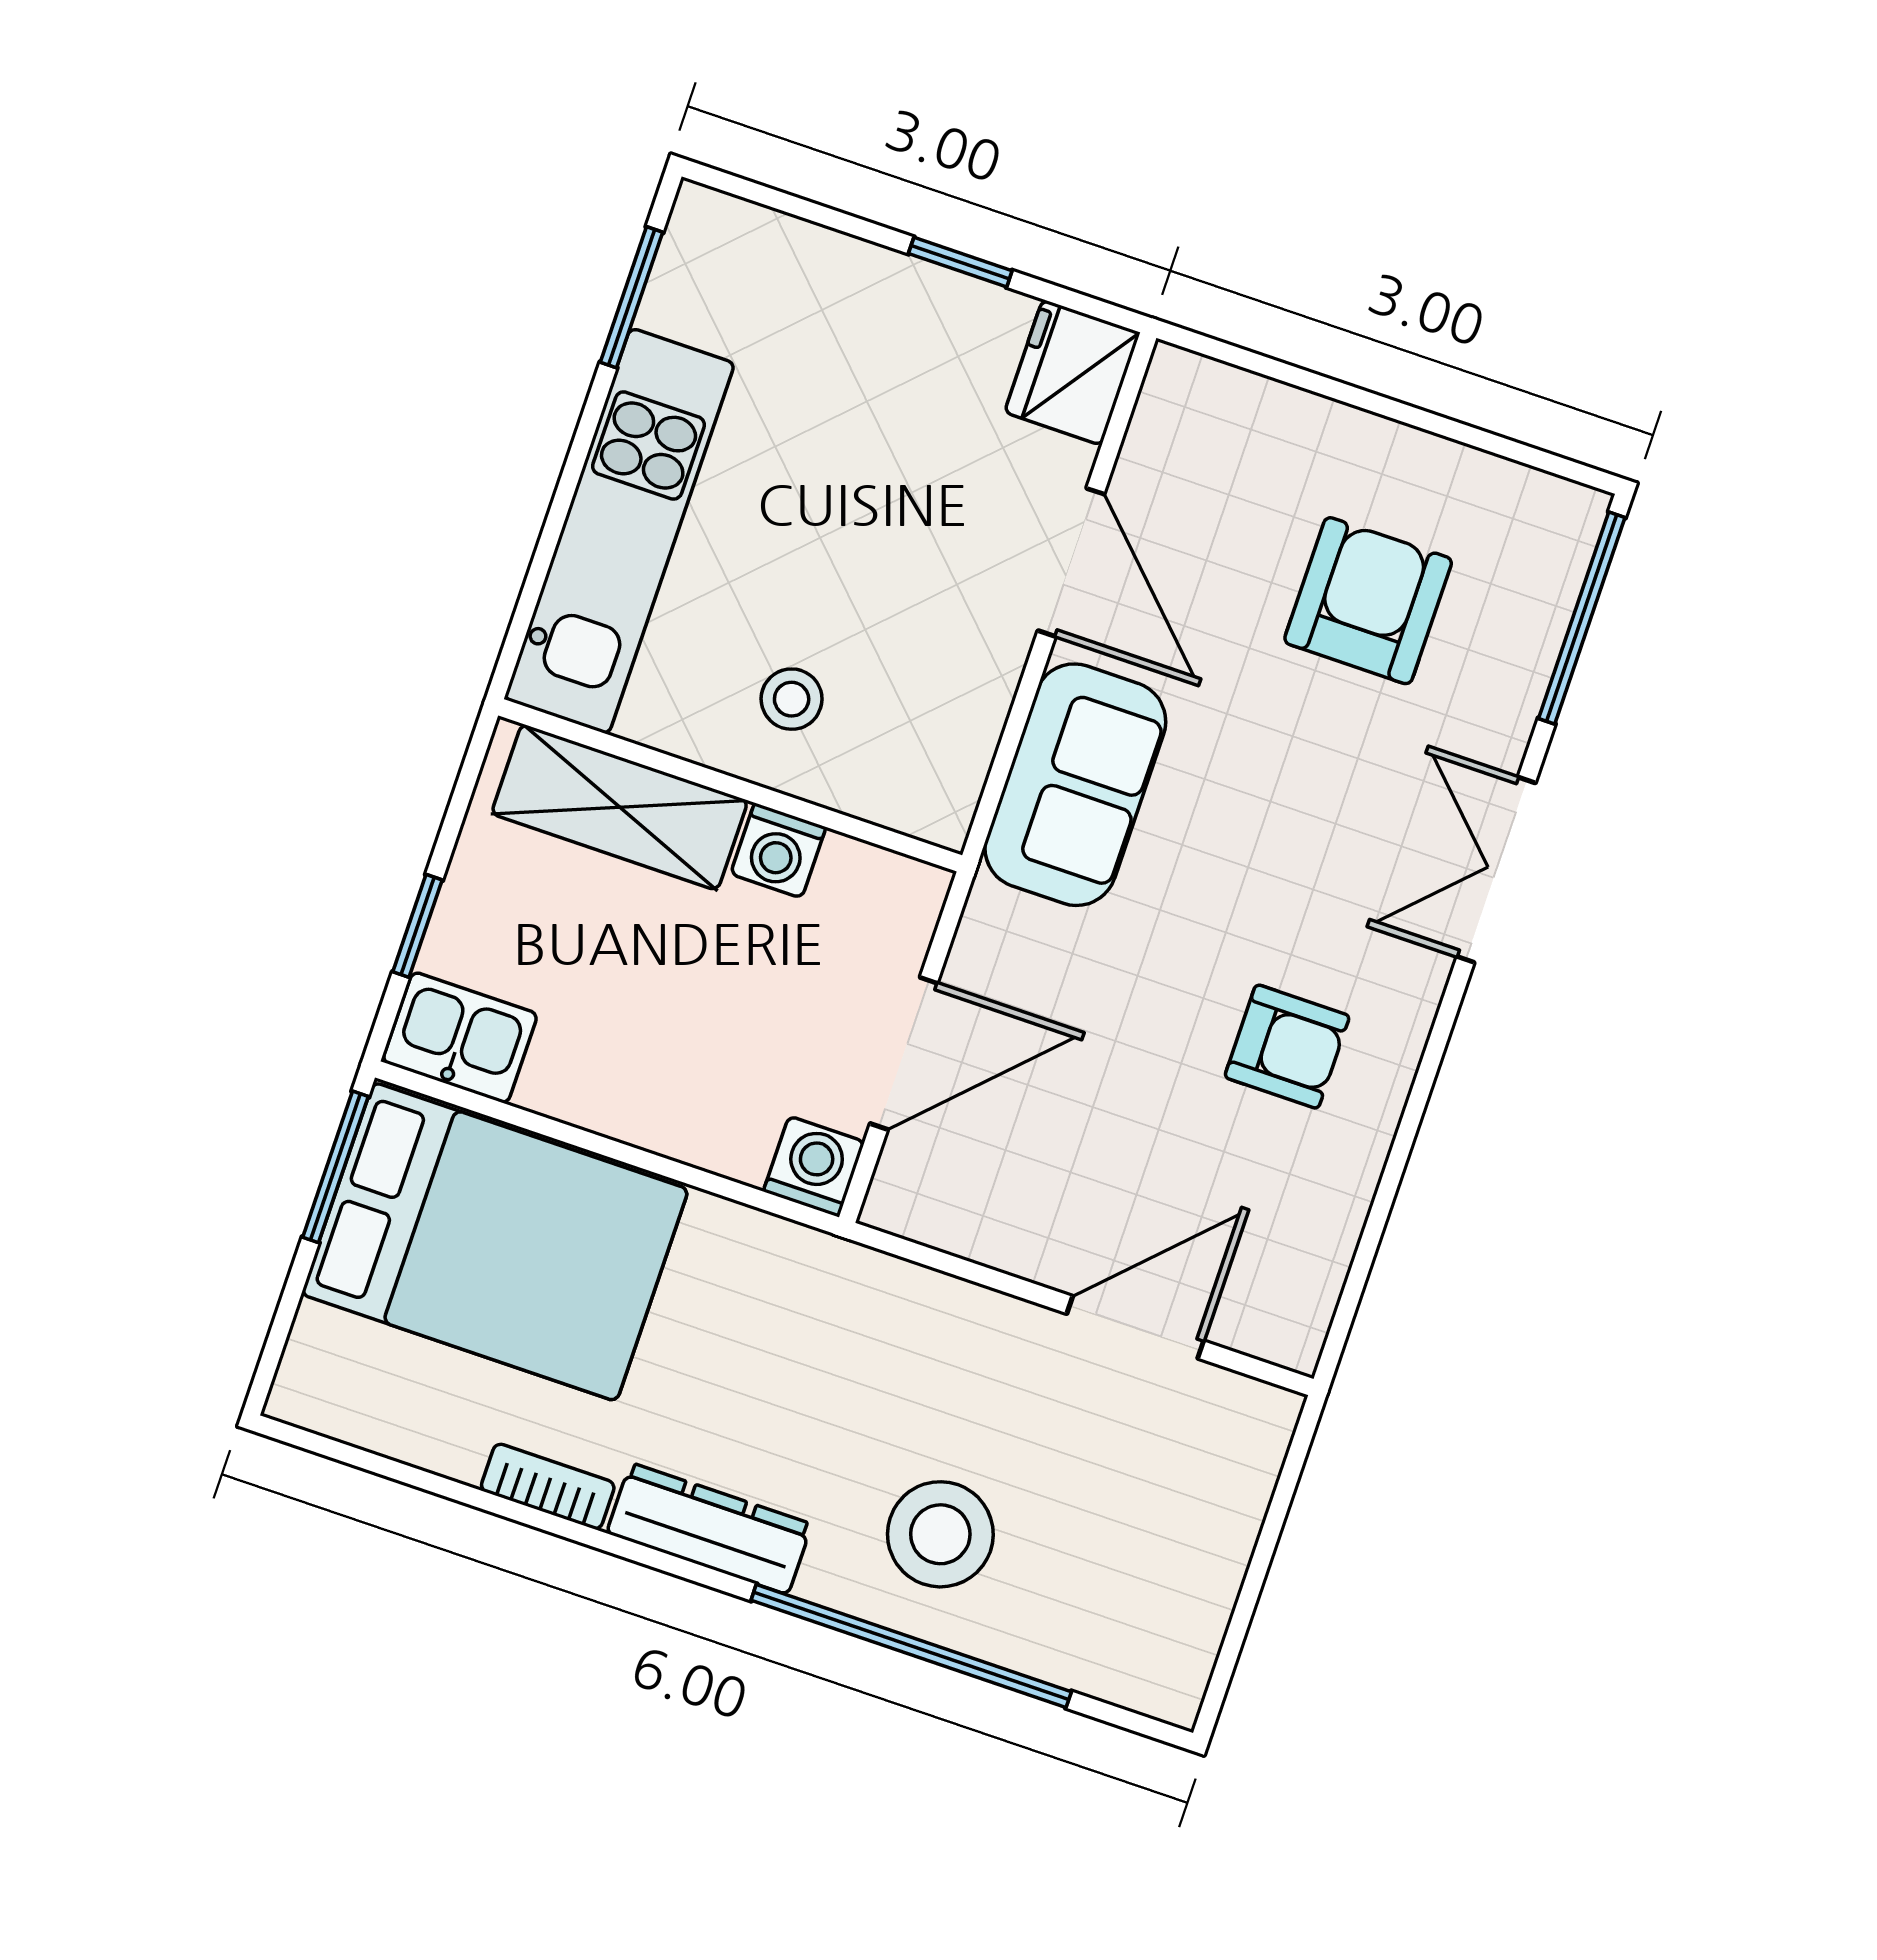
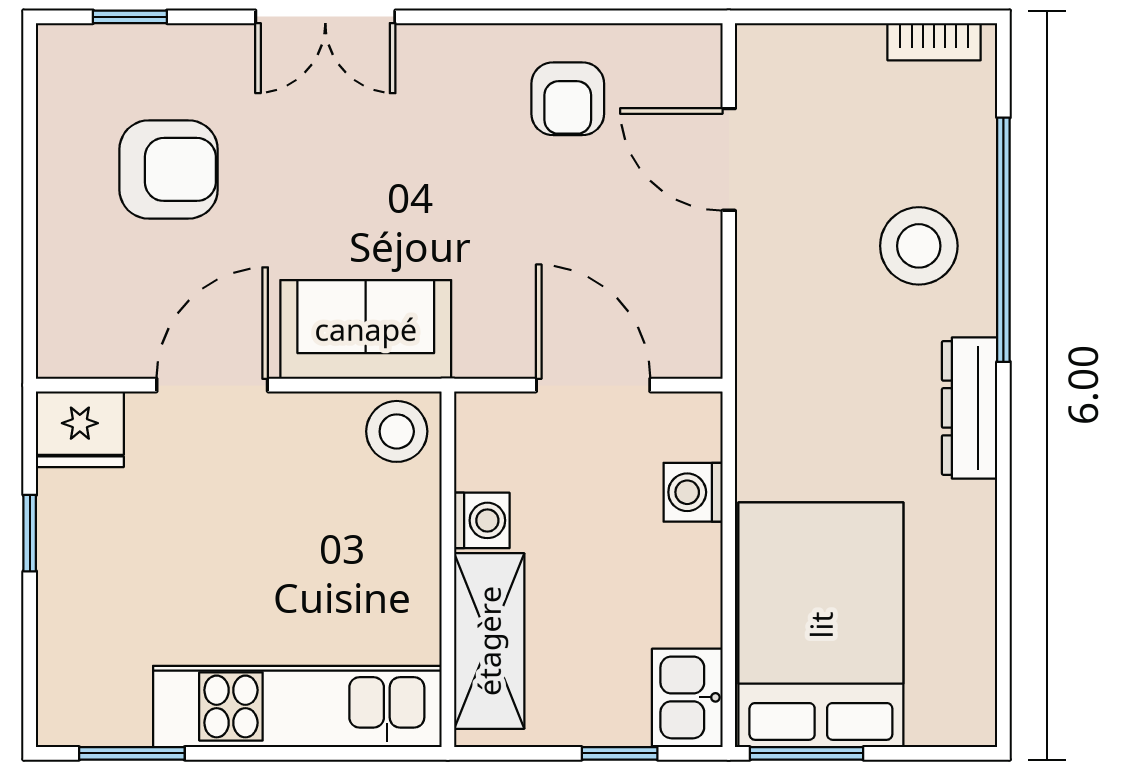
armchair: (1368, 601) -> (169, 169), turned 180
window: (1582, 618) -> (130, 17), width x0.46
stool: (792, 699) -> (397, 431), moved, width x1.37, depth x1.37
armchair: (1287, 1047) -> (568, 99), moved, turned 180
washing machine: (814, 1167) -> (693, 492), moved
bookcase: (548, 1486) -> (934, 42), moved, turned -90

